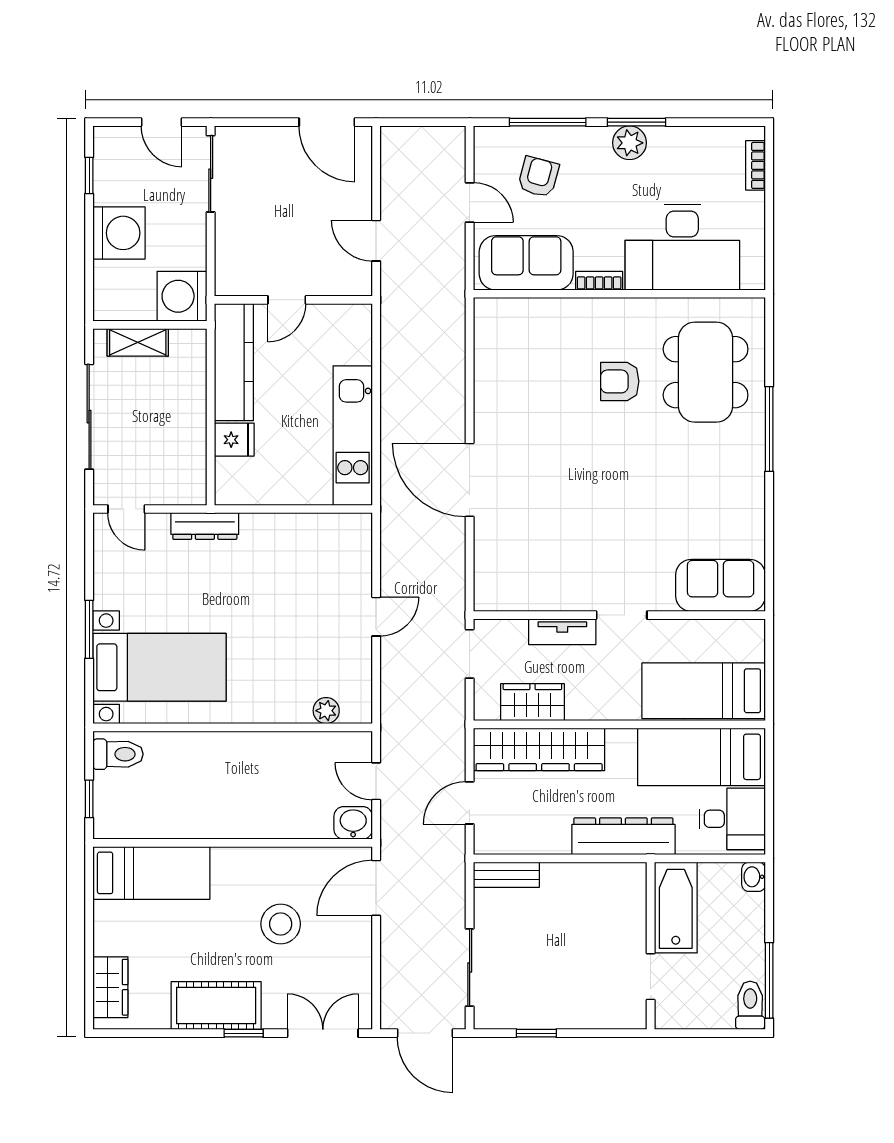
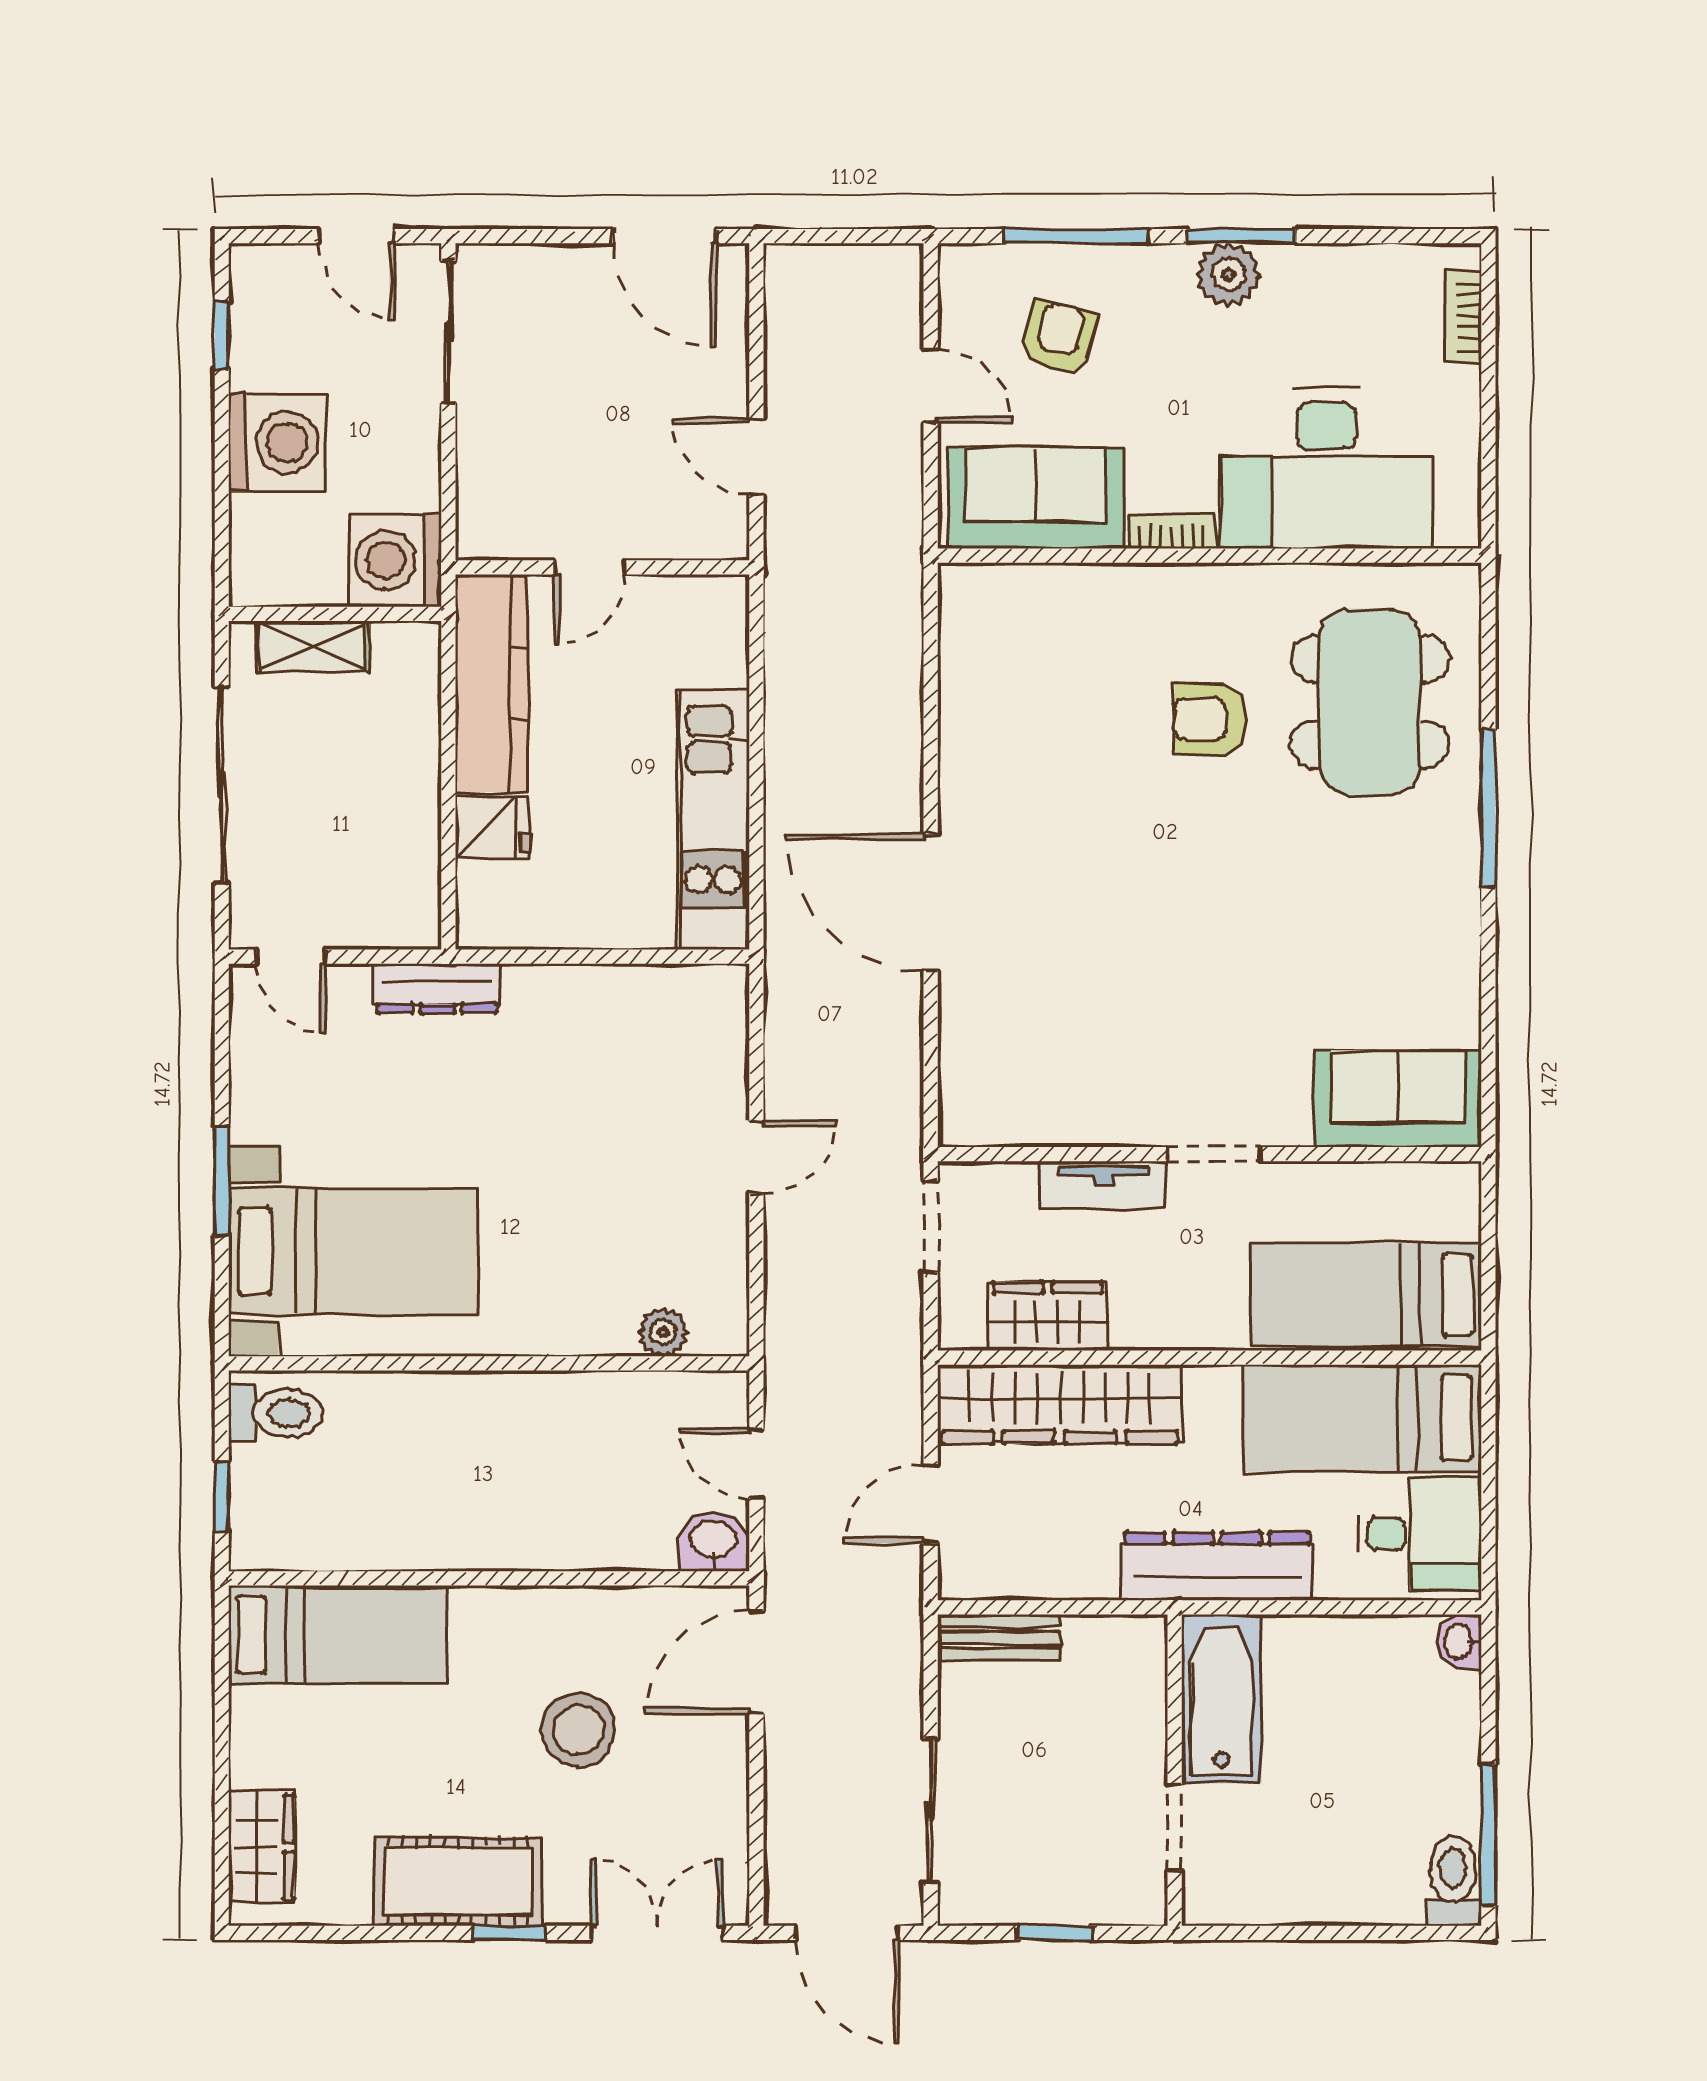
bathtub: (676, 908) -> (1222, 1699), moved
wall: (651, 946) -> (1175, 1770), moved
doorway: (651, 977) -> (1175, 1827), moved

